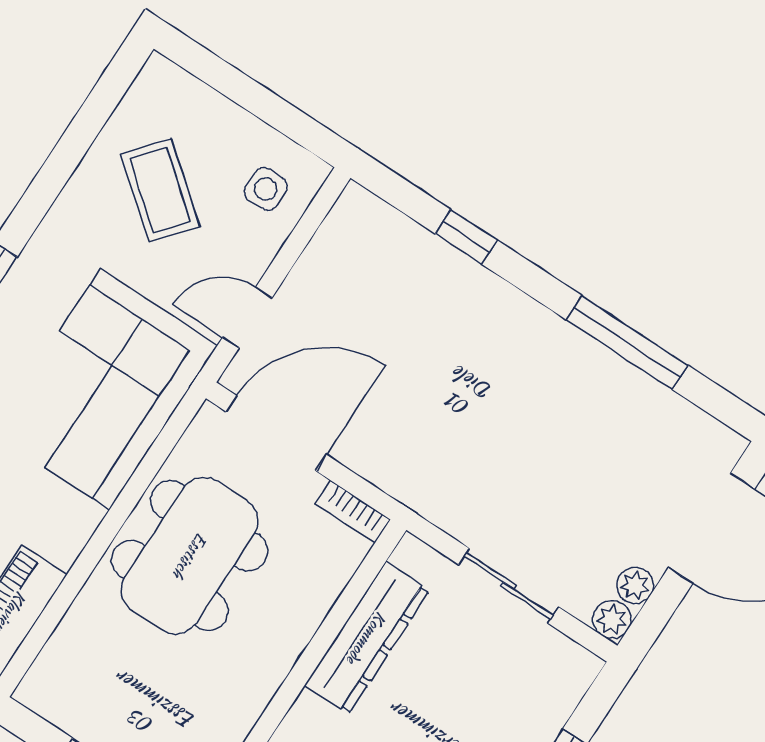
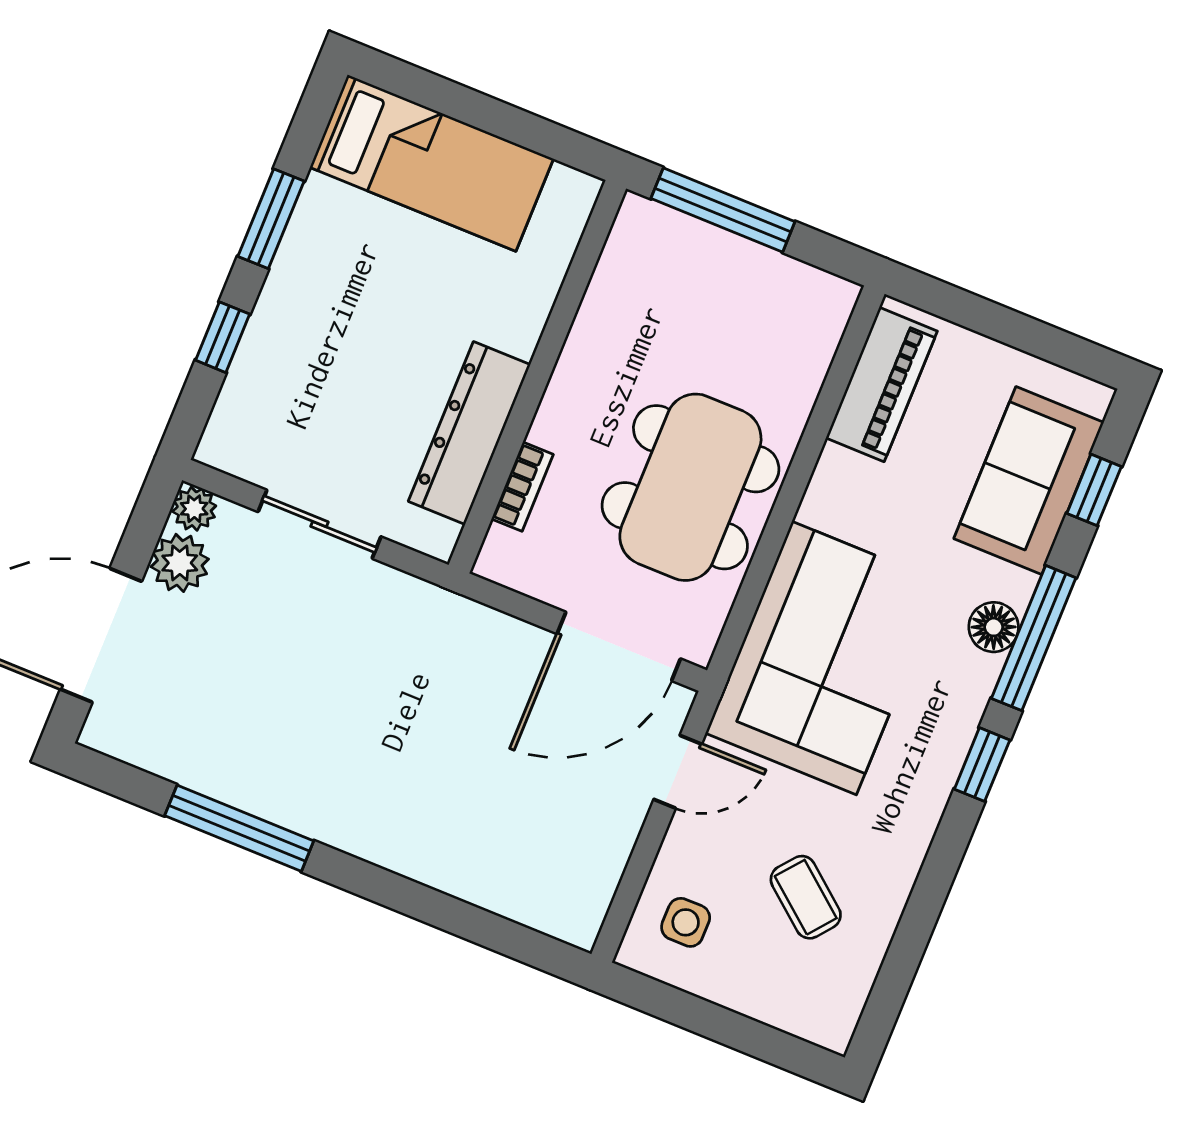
coffee table: (160, 190) -> (806, 897), width x0.73, depth x0.77
window: (466, 237) -> (446, 913), removed
bookcase: (353, 512) -> (522, 487), moved, turned 90
plant: (635, 586) -> (180, 563), width x1.38, depth x1.38

